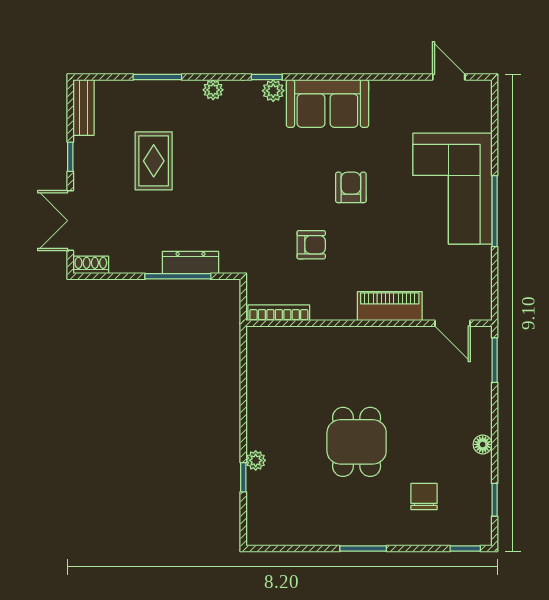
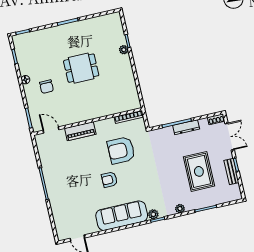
sofa: (327, 103) -> (122, 216), width x1.36
bench: (84, 108) -> (231, 172), moved
rug: (154, 161) -> (199, 171), width x1.36, depth x1.43
armchair: (351, 187) -> (109, 180), turned 90
corner sofa: (452, 189) -> (65, 189), removed
armchair: (311, 245) -> (121, 150), width x1.88, depth x1.88
dresser: (191, 263) -> (186, 127), moved
dining table: (357, 442) -> (81, 68), turned 90
chair: (424, 497) -> (46, 87), moved

